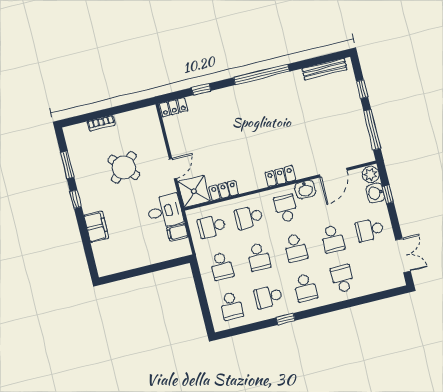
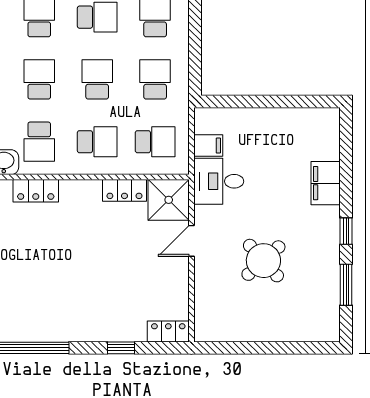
bookcase: (101, 123) -> (281, 334), removed

